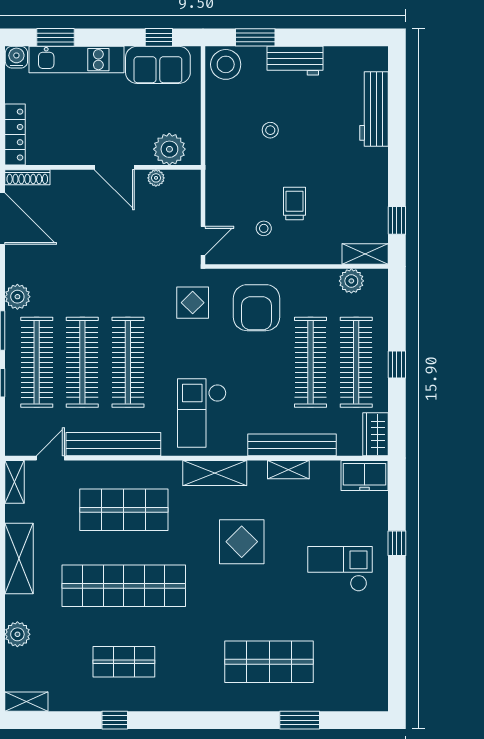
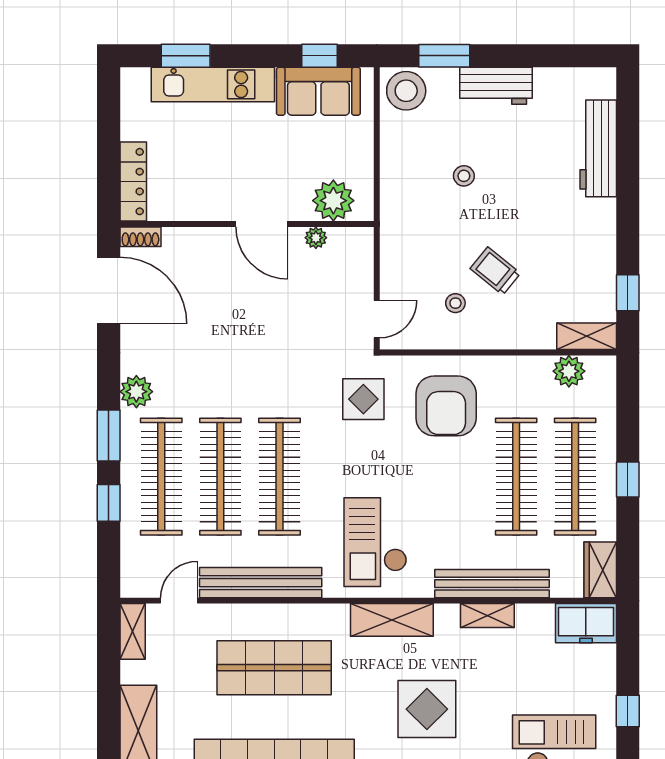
water cooler: (16, 57) -> (135, 81), removed
shoe rack: (27, 177) -> (140, 237), width x0.70
trolley: (295, 204) -> (495, 271), turned -51

